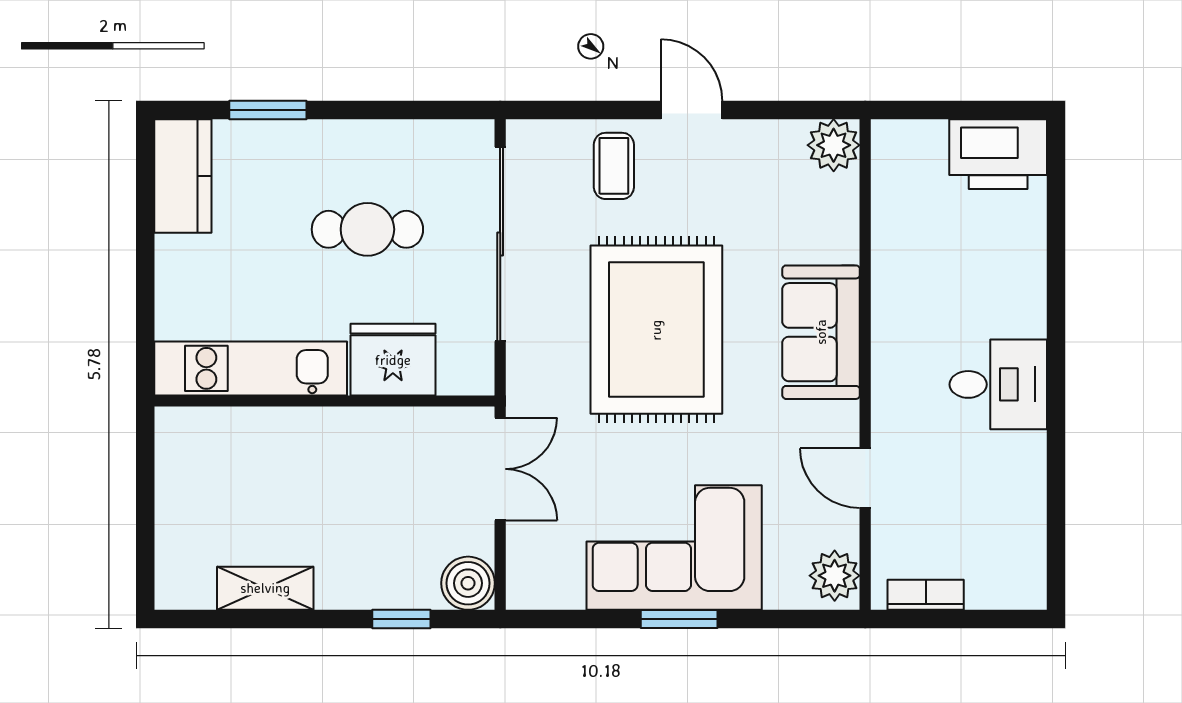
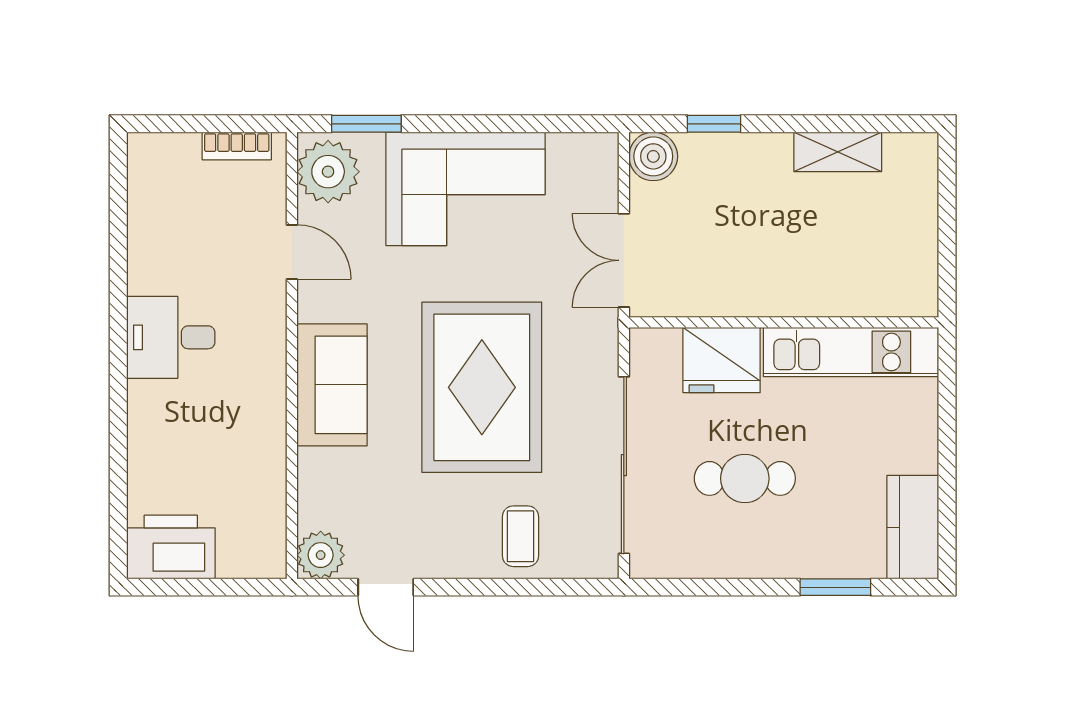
door: (692, 110) -> (386, 587), moved
plant: (835, 576) -> (328, 172), width x1.36, depth x1.36
window: (679, 619) -> (366, 124), moved

